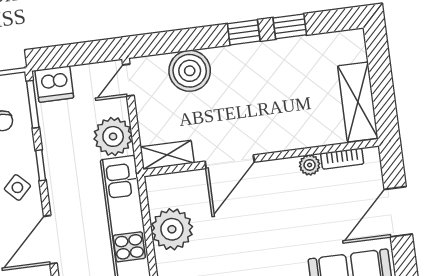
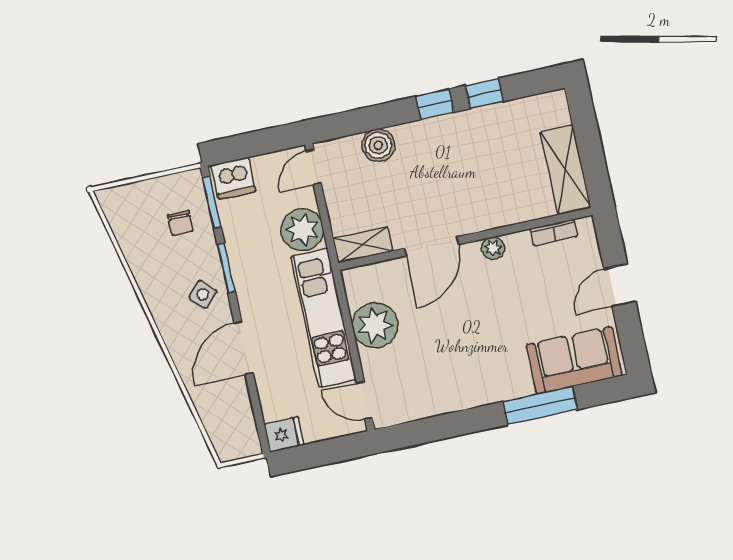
boiler: (190, 71) -> (378, 145), width x0.73, depth x0.73
window: (41, 165) -> (226, 268), width x1.50
plant: (310, 165) -> (493, 248), moved
door: (398, 212) -> (620, 285), width x0.73

